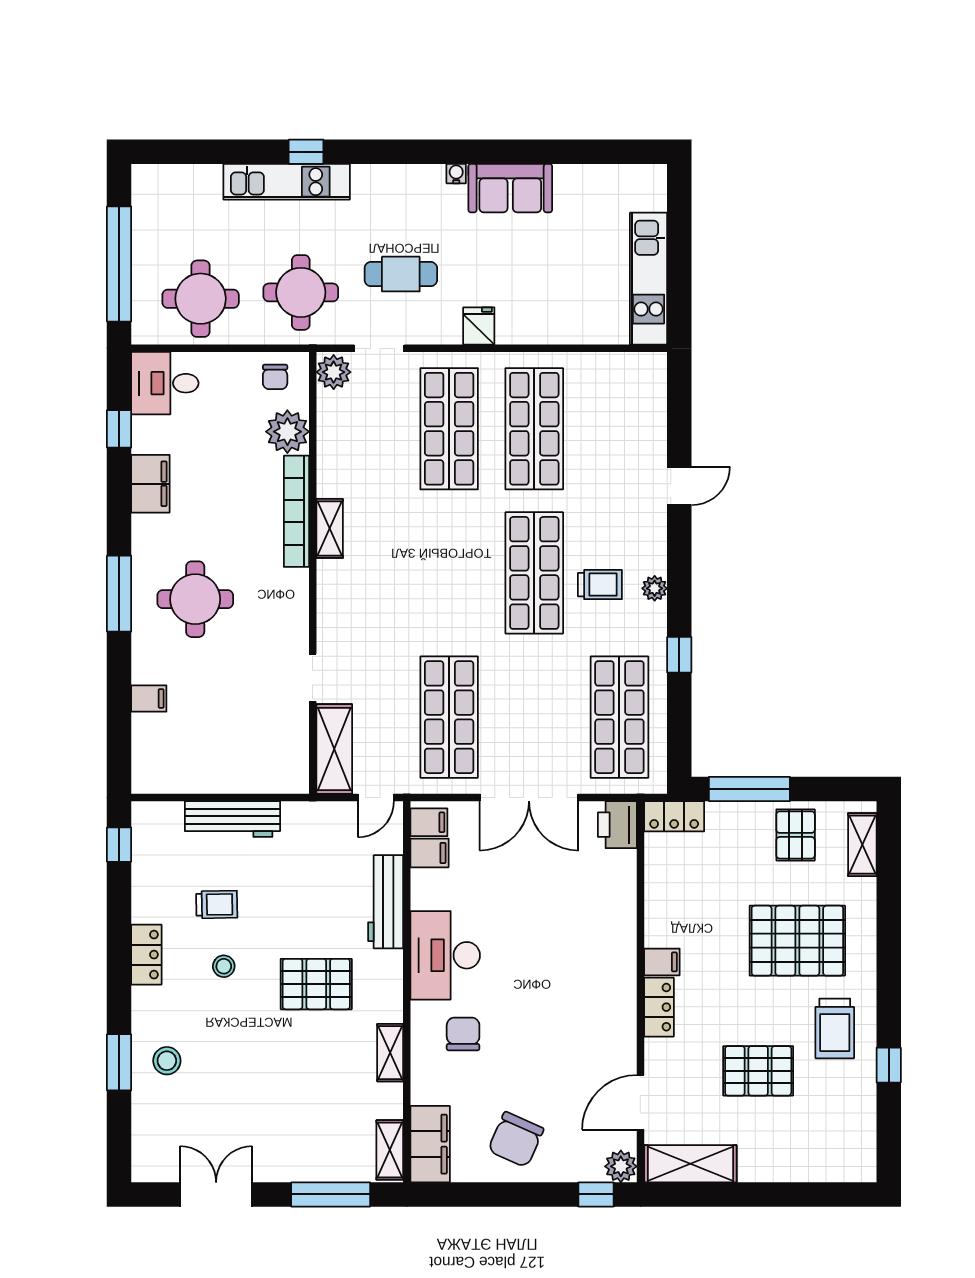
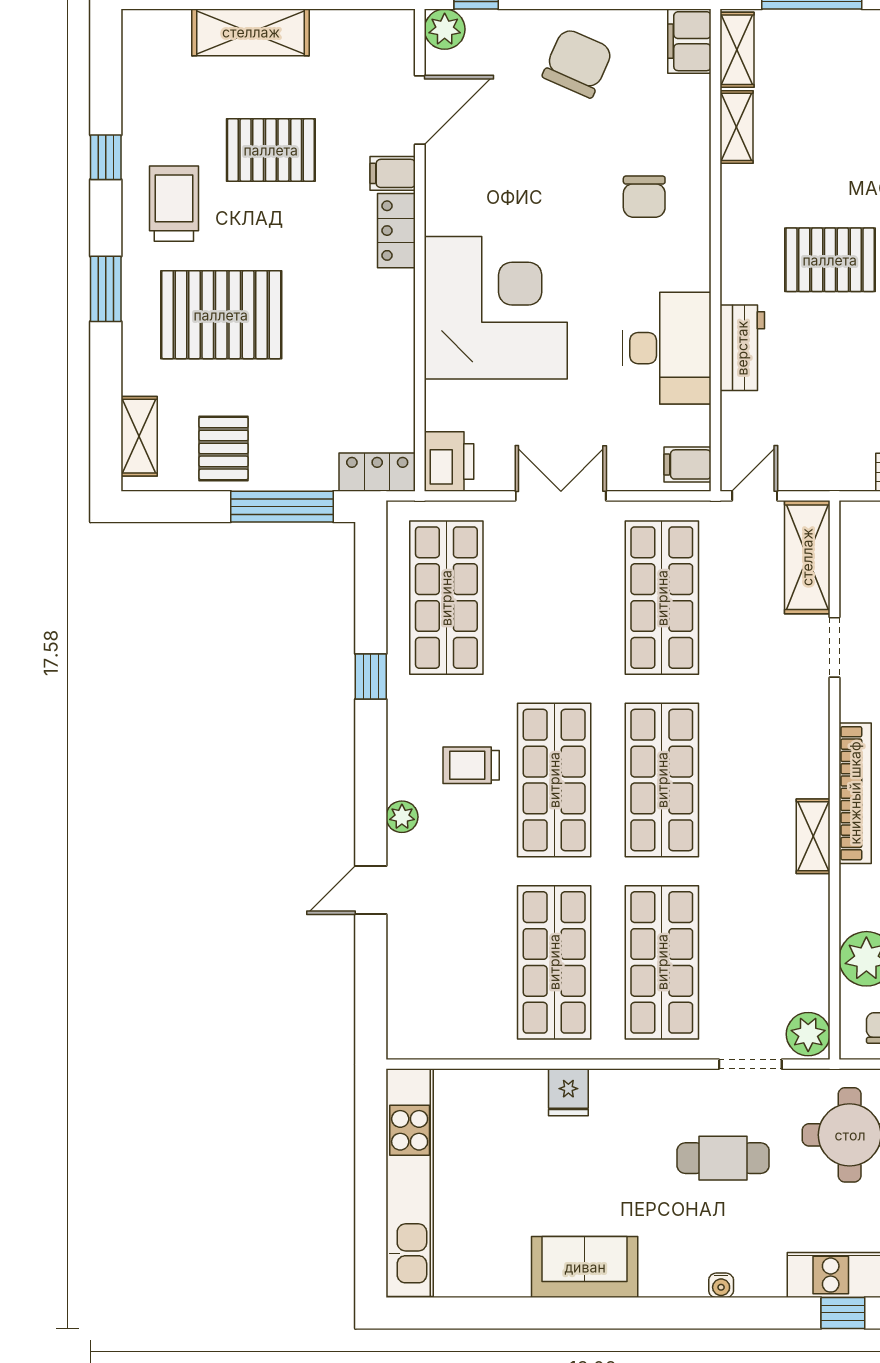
water cooler: (456, 174) -> (721, 1285), moved
kitchen unit: (649, 279) -> (410, 1183), width x1.36
fridge: (479, 326) -> (568, 1092), moved
bookcase: (296, 511) -> (855, 793), moved
shop shelf: (449, 573) -> (662, 780), added
plant: (655, 588) -> (402, 817), moved
double door: (529, 797) -> (561, 496), width x0.73
filing cabinet: (430, 853) -> (687, 426), removed
workbench: (386, 902) -> (742, 348), width x0.73
corner desk: (580, 946) -> (496, 308), added
desk: (445, 955) -> (667, 348), moved
window: (889, 961) -> (106, 289), added
filing cabinet: (662, 962) -> (393, 173), moved
shelving: (390, 1053) -> (736, 127), moved
filing cabinet: (430, 1144) -> (689, 41), width x0.67, depth x0.86
shelving: (690, 1164) -> (251, 32), moved

